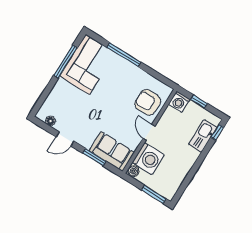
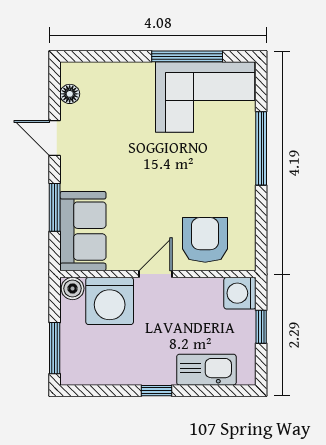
window: (217, 132) -> (157, 391), moved

